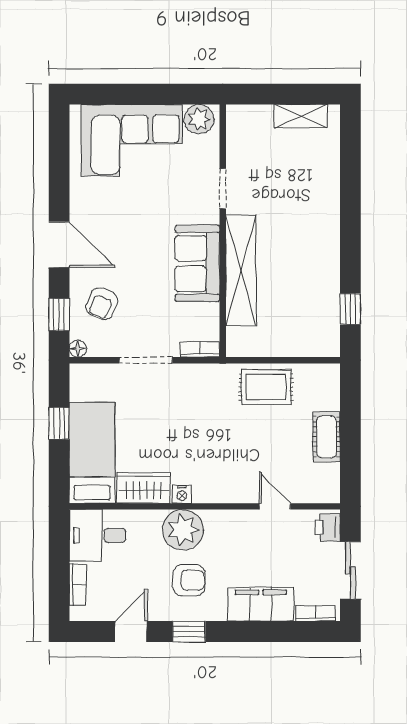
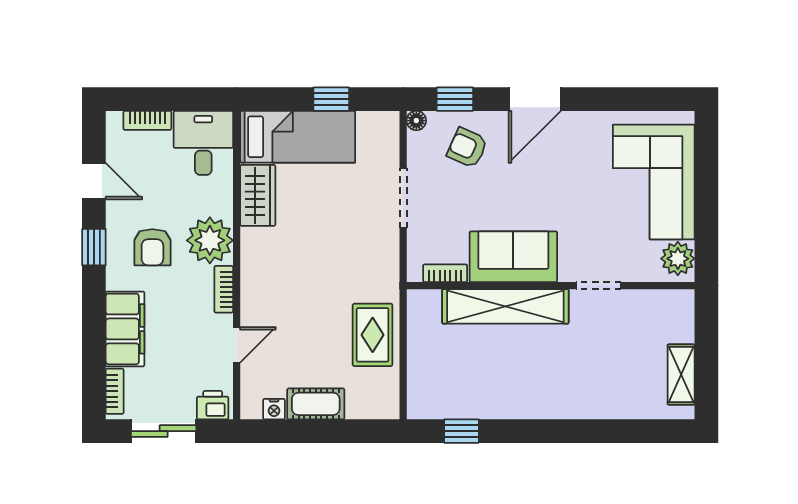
bookcase: (200, 349) -> (445, 273), moved, turned -90
nightstand: (182, 494) -> (274, 409), moved, turned -90
bookcase: (226, 518) -> (224, 289), added

